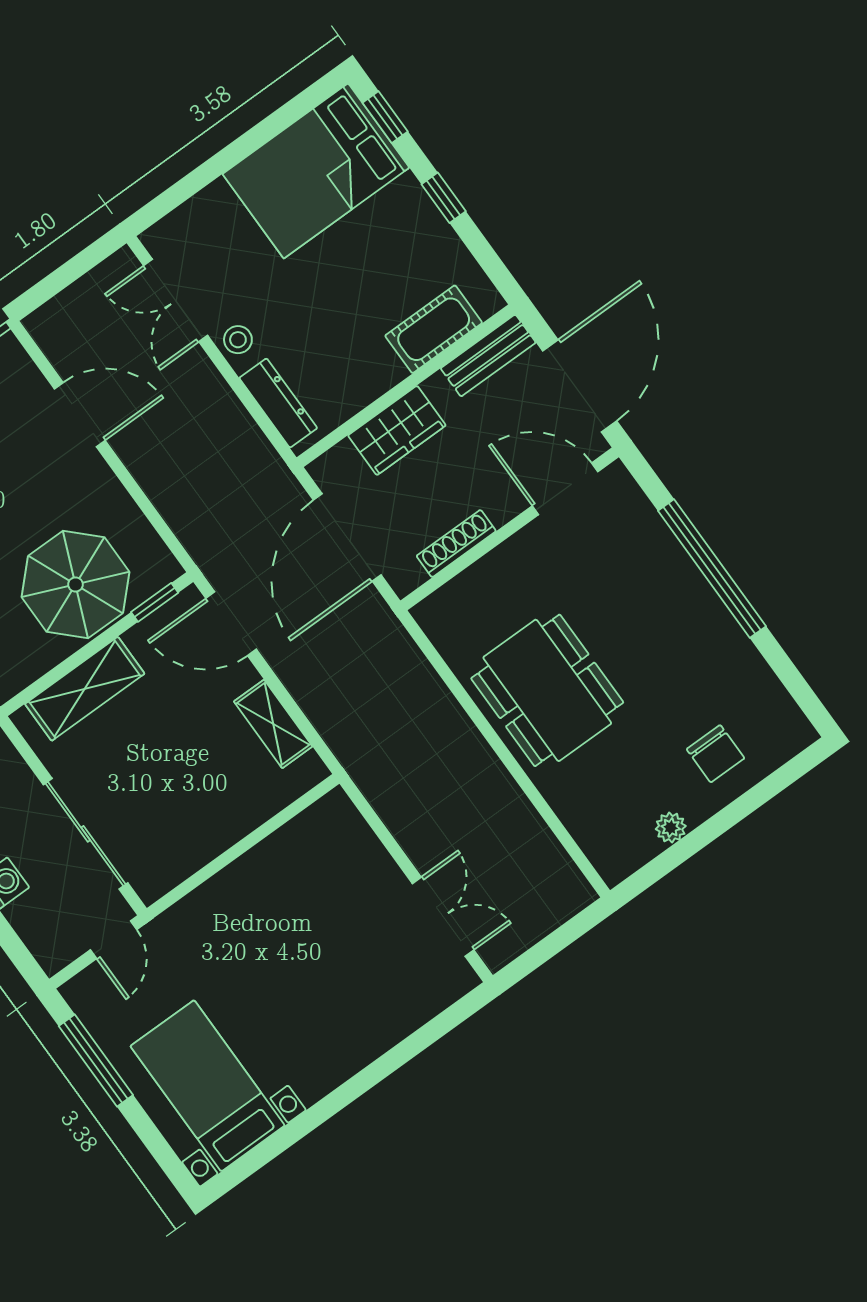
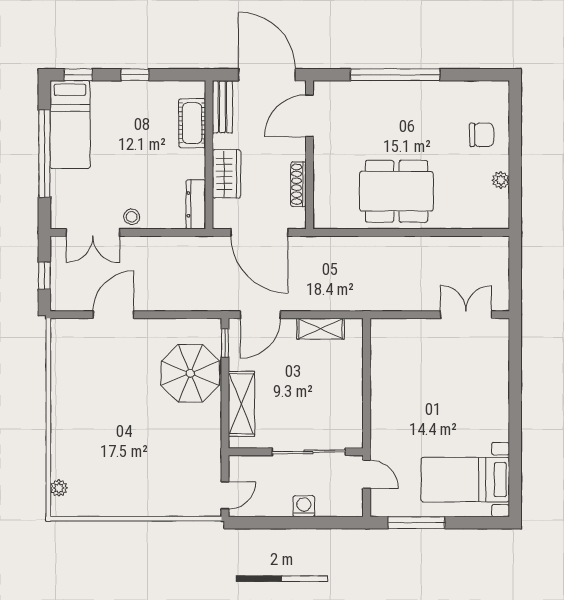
window: (238, 150) -> (44, 154), added
bed: (316, 171) -> (70, 125), width x0.67
window: (64, 276) -> (44, 276), added
dresser: (278, 403) -> (196, 204), moved, turned -90

